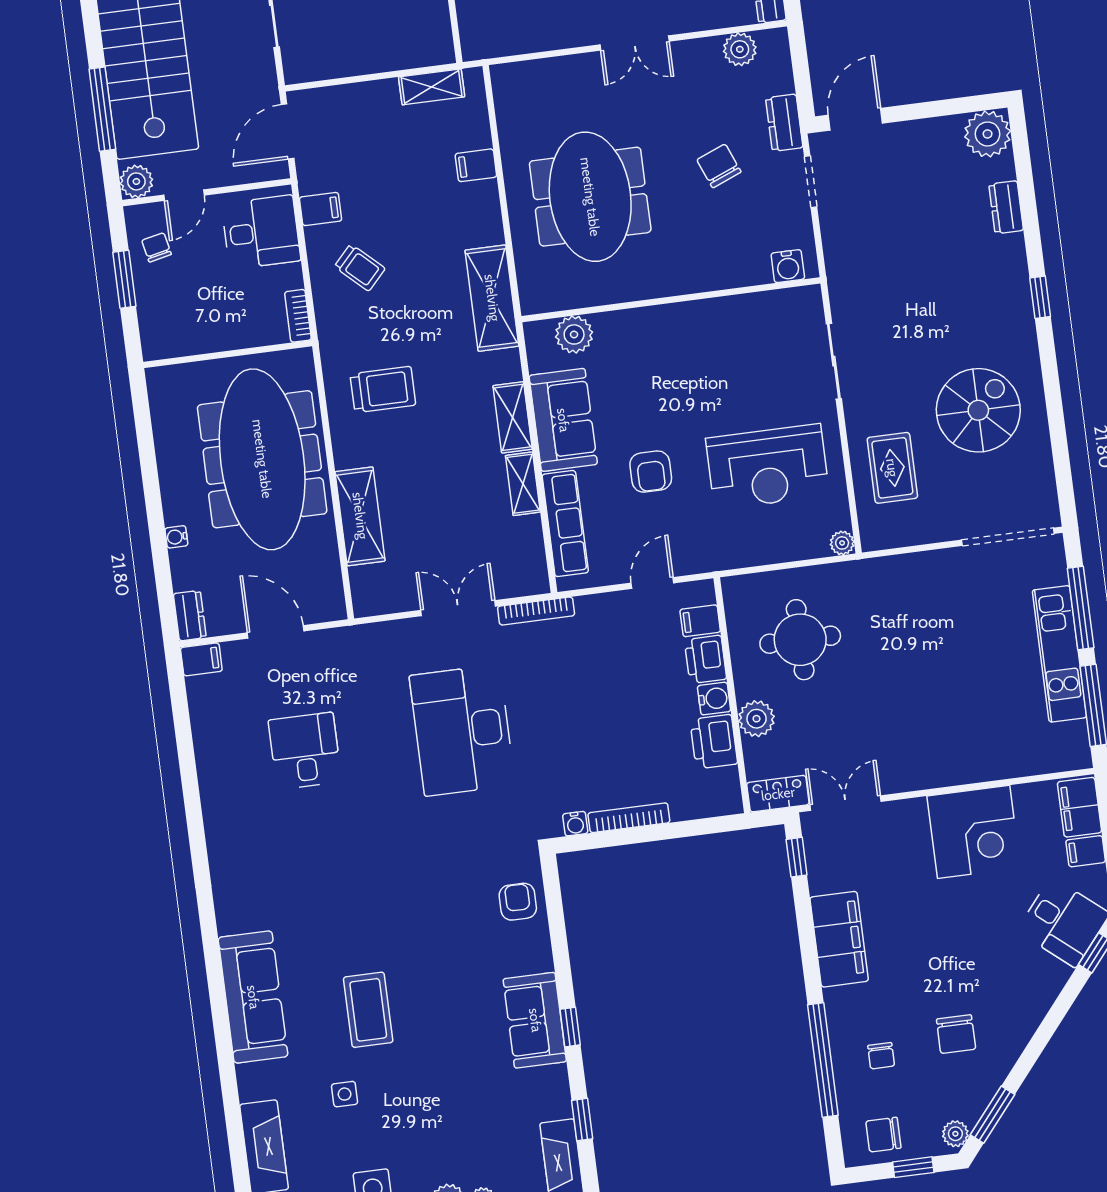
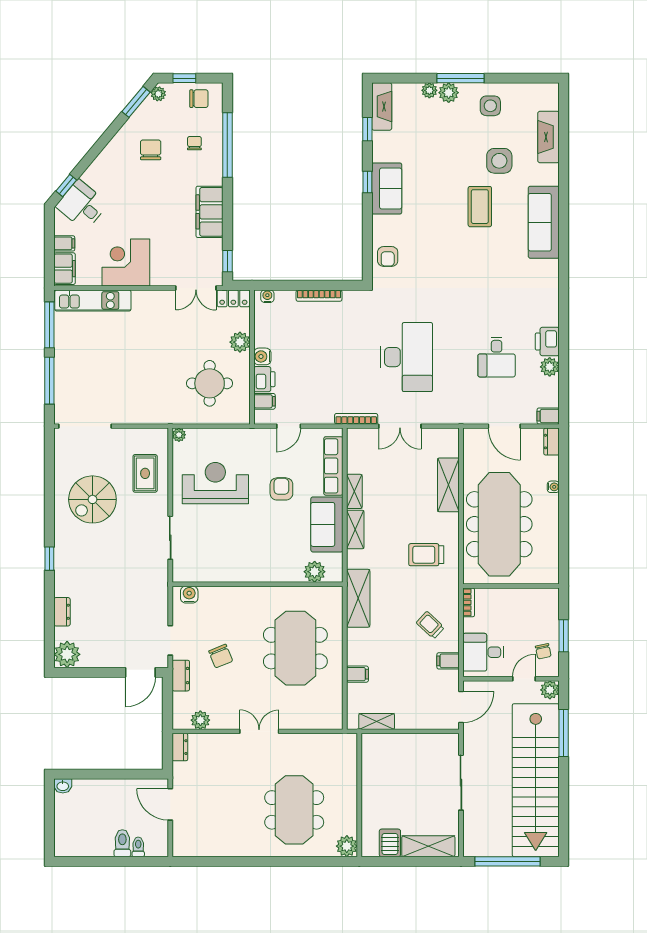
kitchen unit: (1059, 654) -> (93, 300), moved, turned 90
printer: (714, 742) -> (547, 341), moved, turned 180
plant: (210, 746) -> (550, 367), added
water cooler: (575, 824) -> (267, 296), moved
side table: (345, 1094) -> (499, 161), width x1.87, depth x1.87

